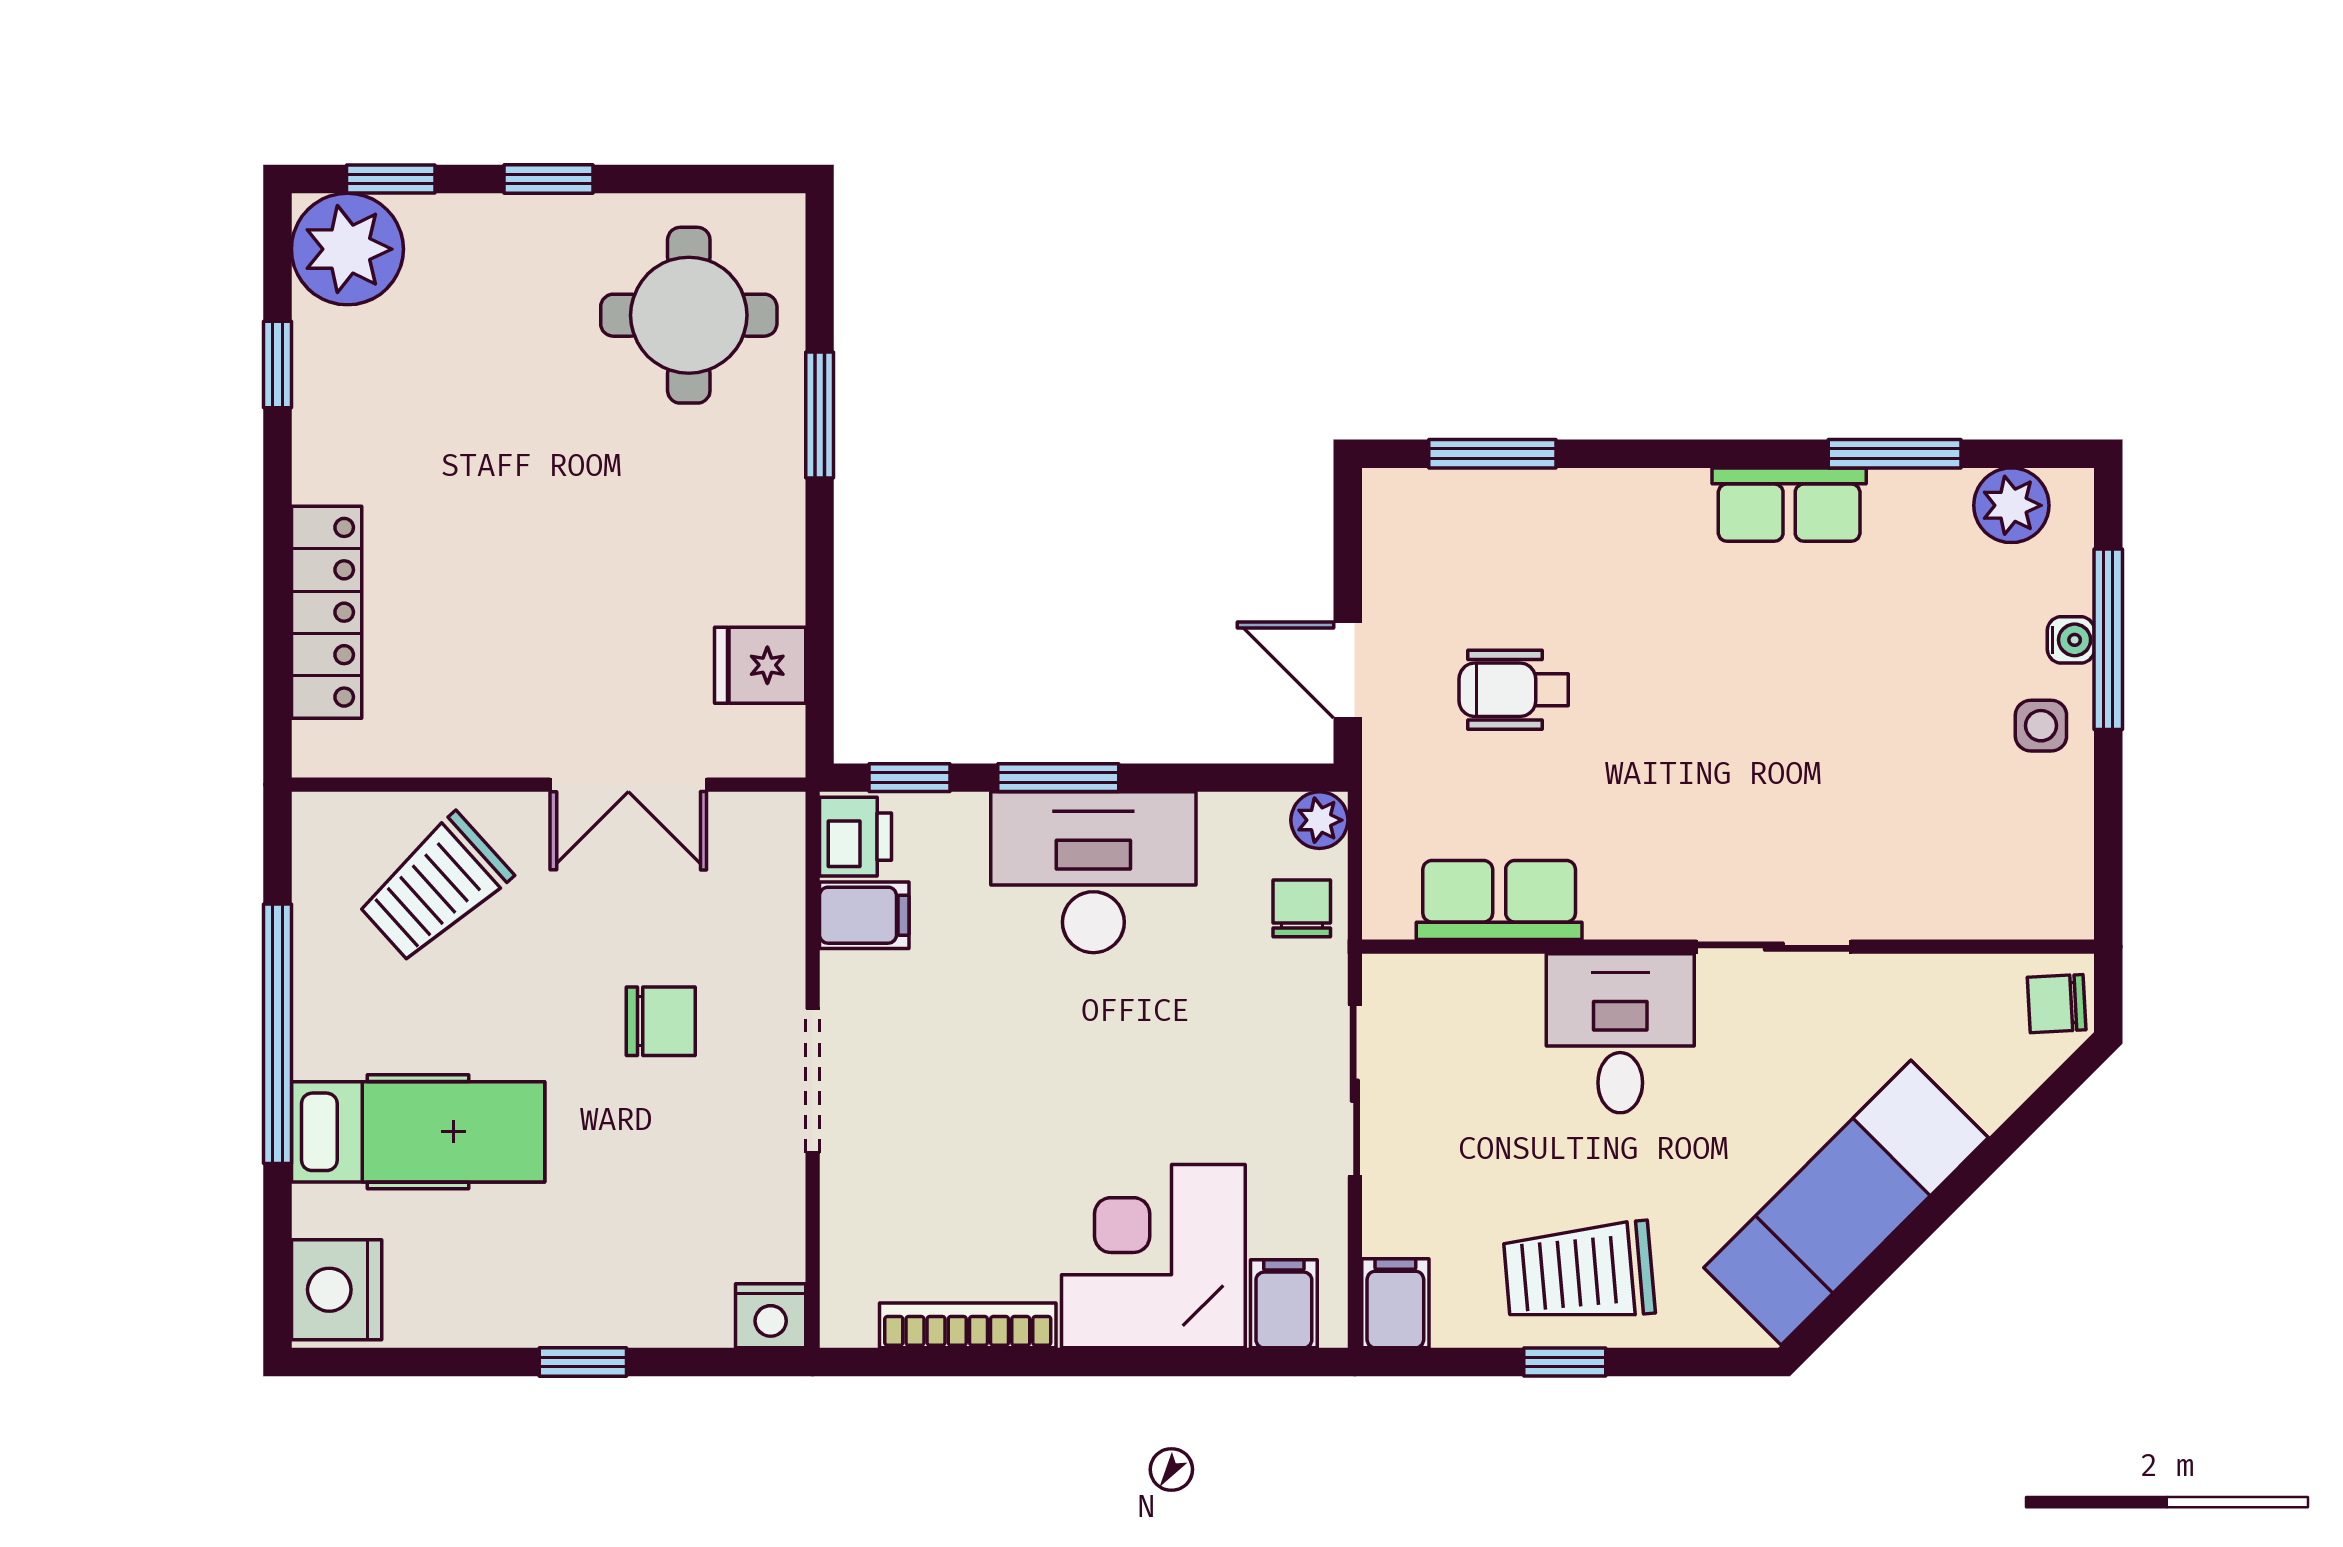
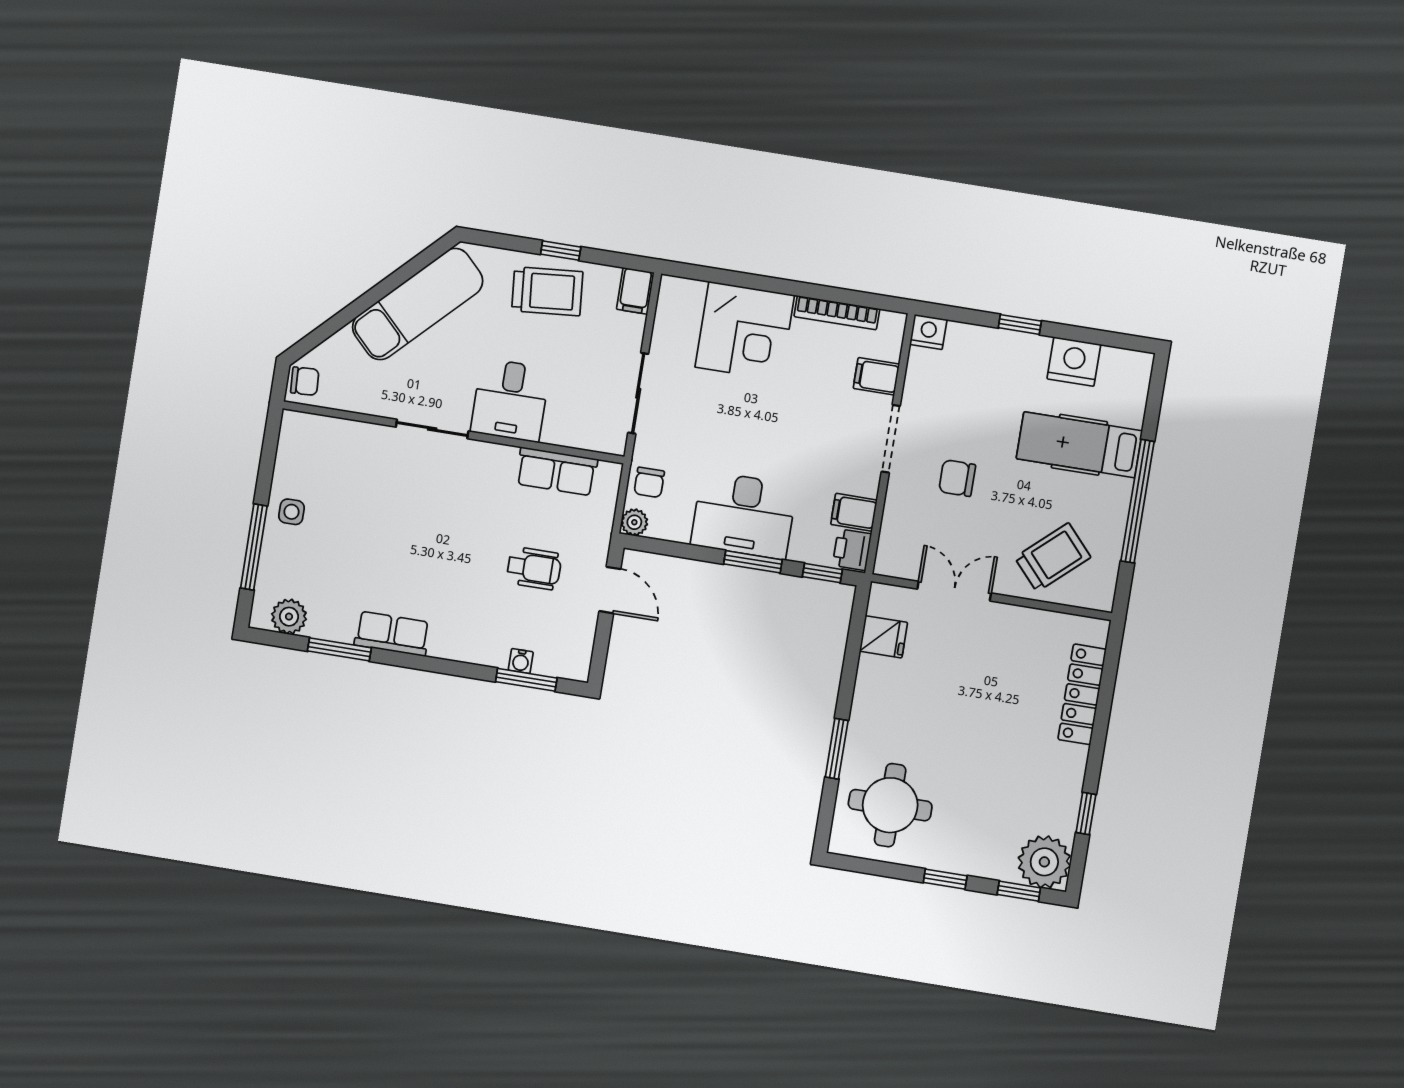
water cooler: (2071, 640) -> (521, 661), moved, turned -90
nightstand: (337, 1290) -> (1074, 362), moved, turned -90
filing cabinet: (1284, 1304) -> (876, 376), moved, turned 90

